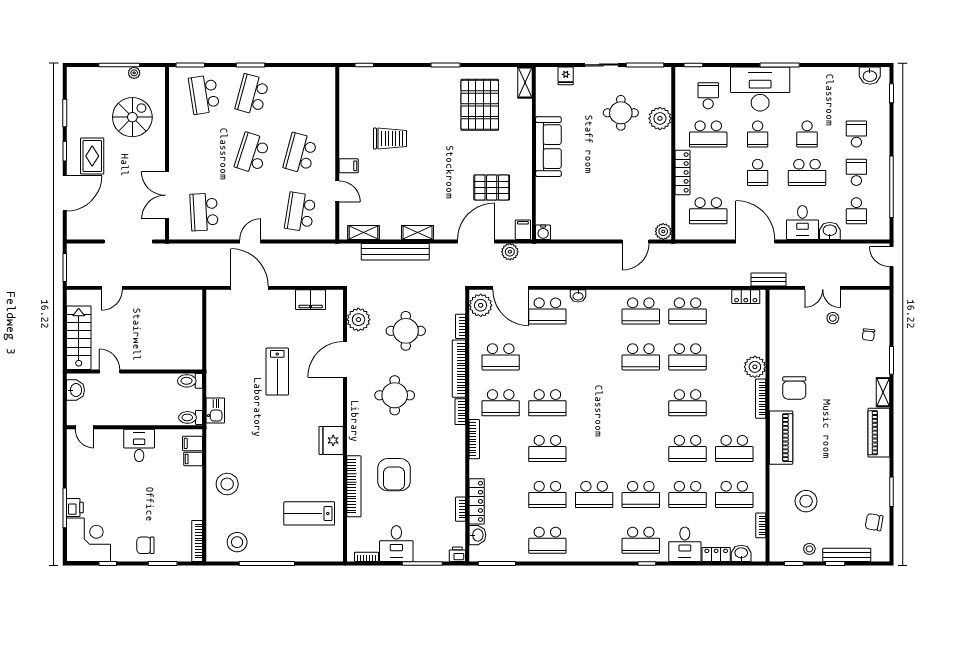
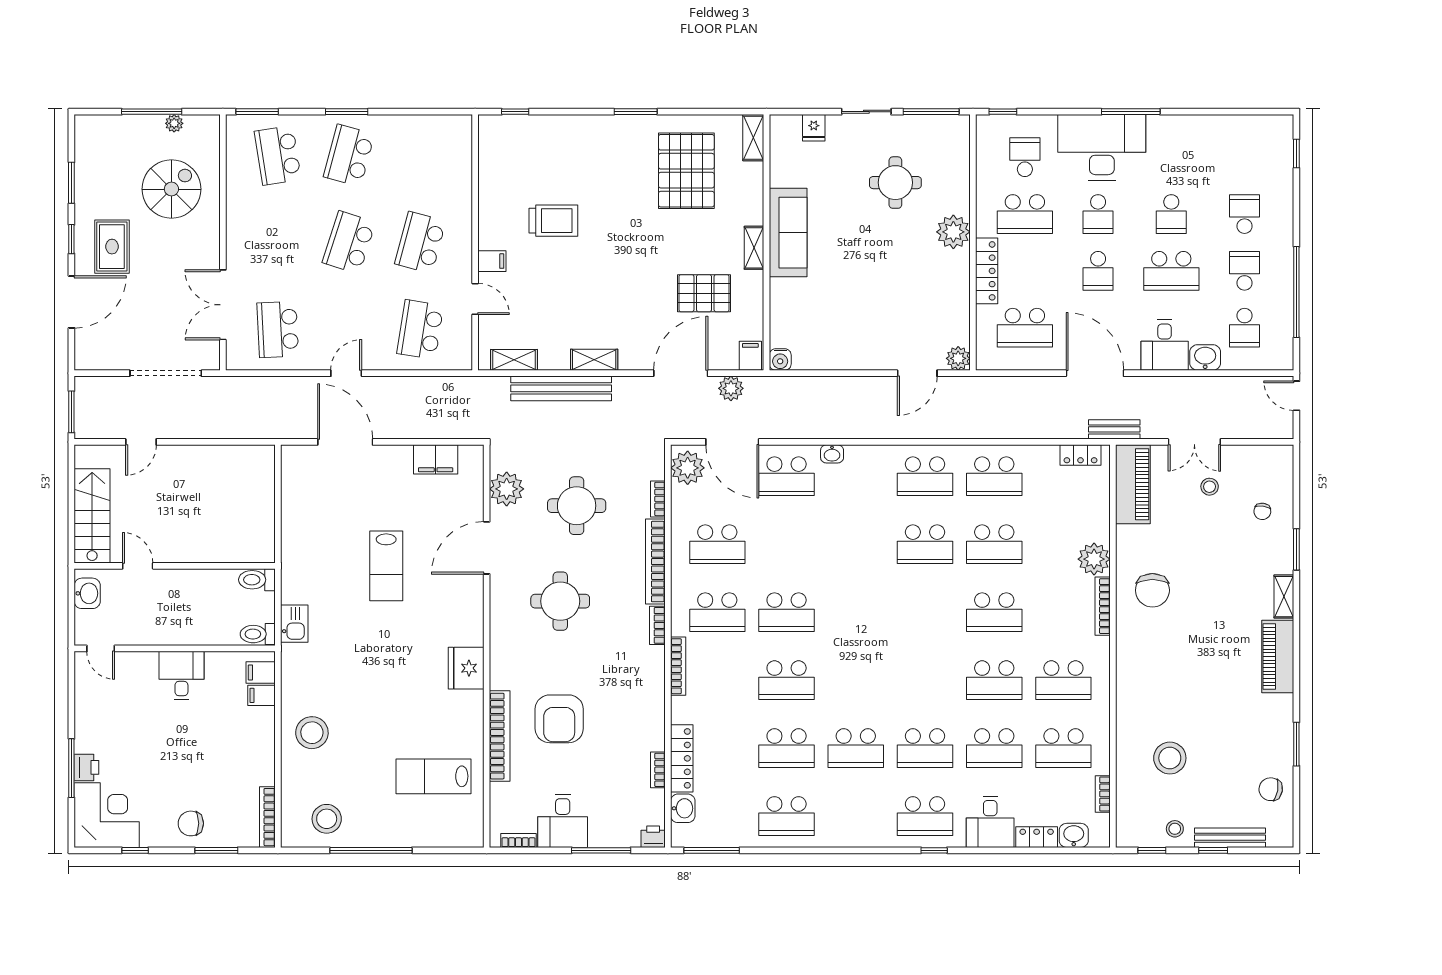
washbasin: (870, 76) -> (1264, 127), removed
plant: (660, 118) -> (953, 232), moved
shelving: (525, 157) -> (754, 248), added
piano: (781, 438) -> (1133, 484), moved

